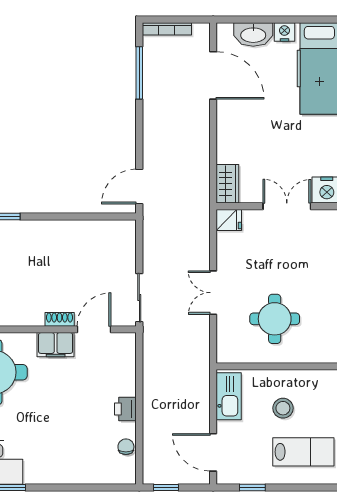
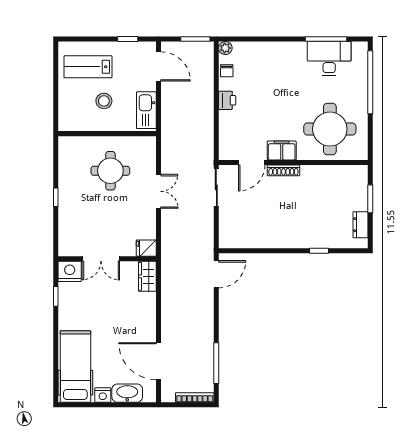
shoe rack: (60, 319) -> (283, 170), width x1.43
plant: (128, 476) -> (225, 48), added
window: (166, 487) -> (195, 39), width x1.50

